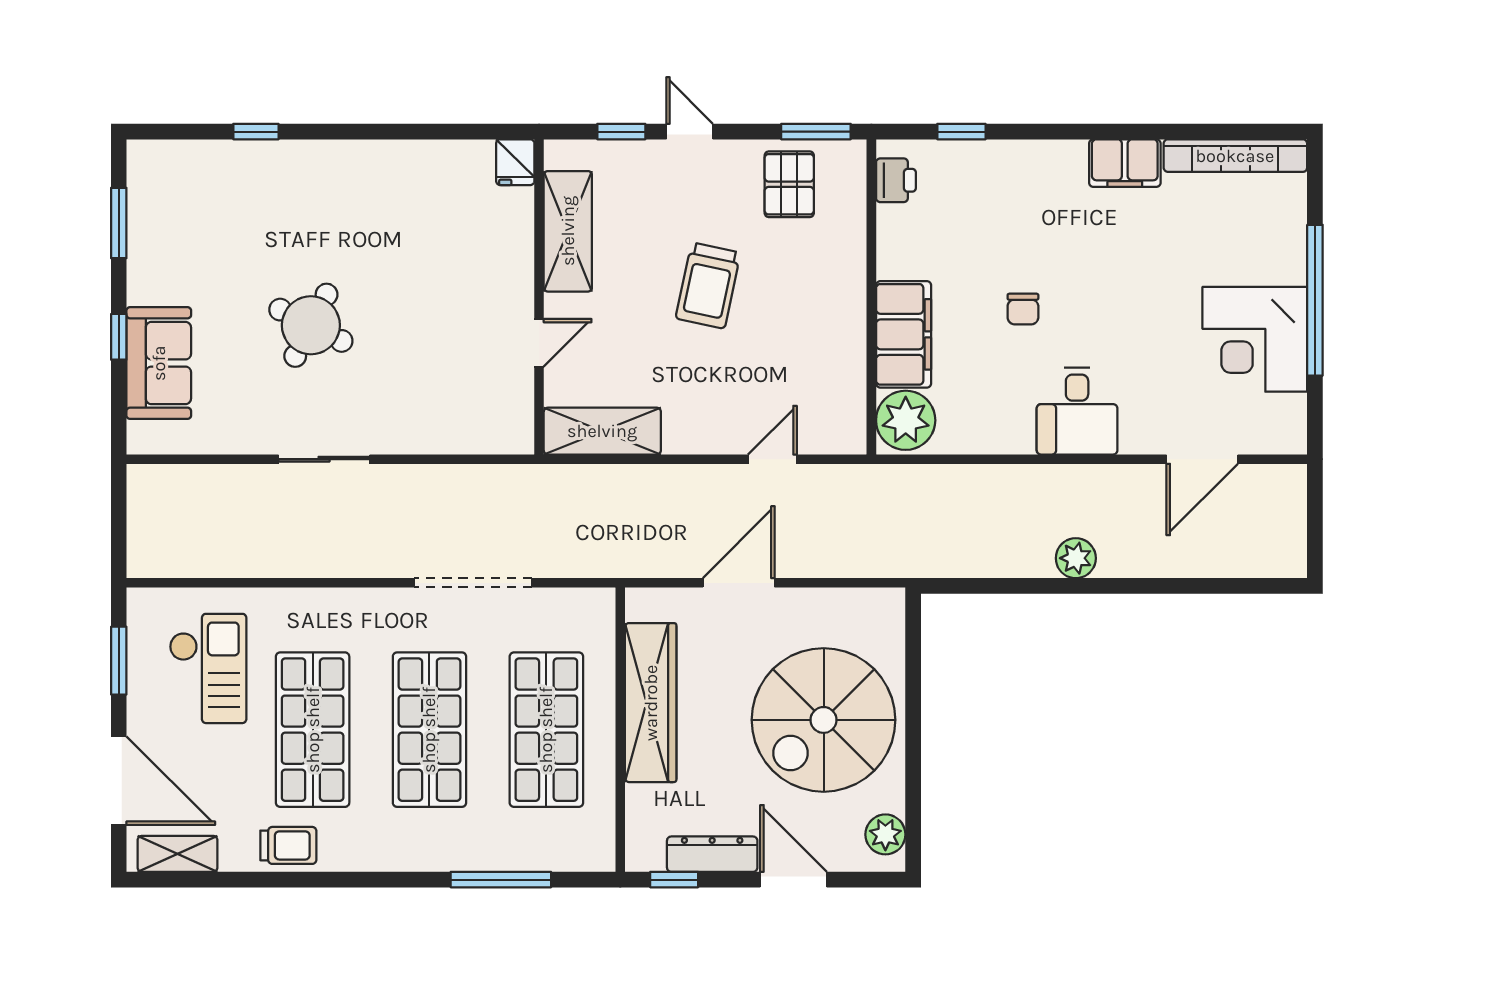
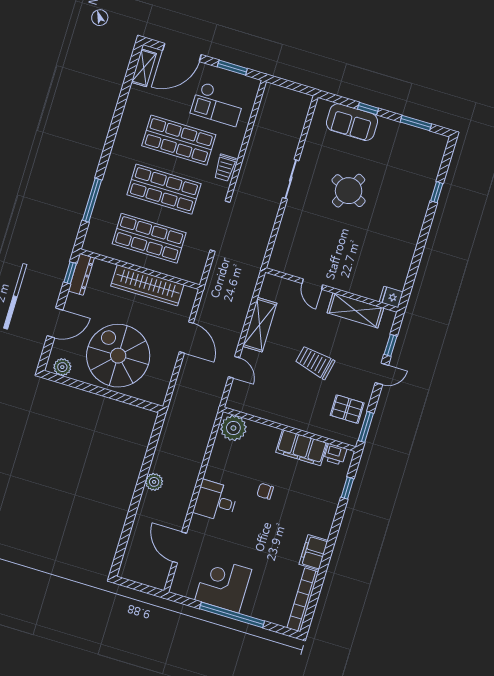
filing cabinet: (904, 334) -> (302, 448), moved
shelving: (602, 431) -> (260, 325), moved
trolley: (288, 845) -> (225, 168), moved
dresser: (712, 854) -> (81, 274), moved

